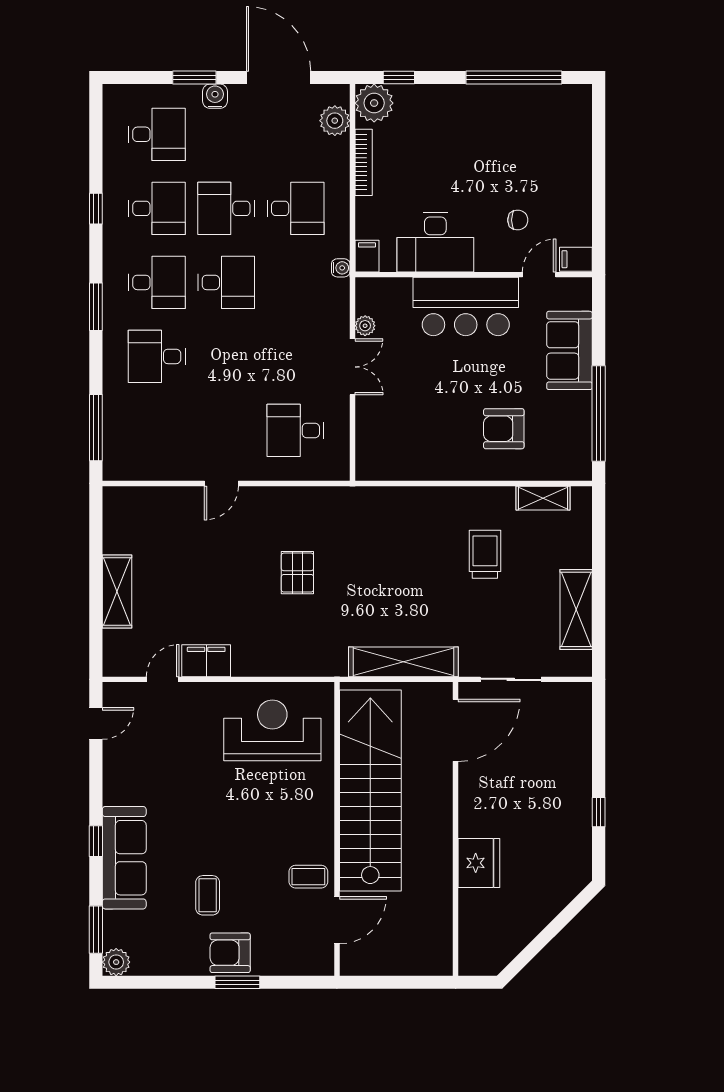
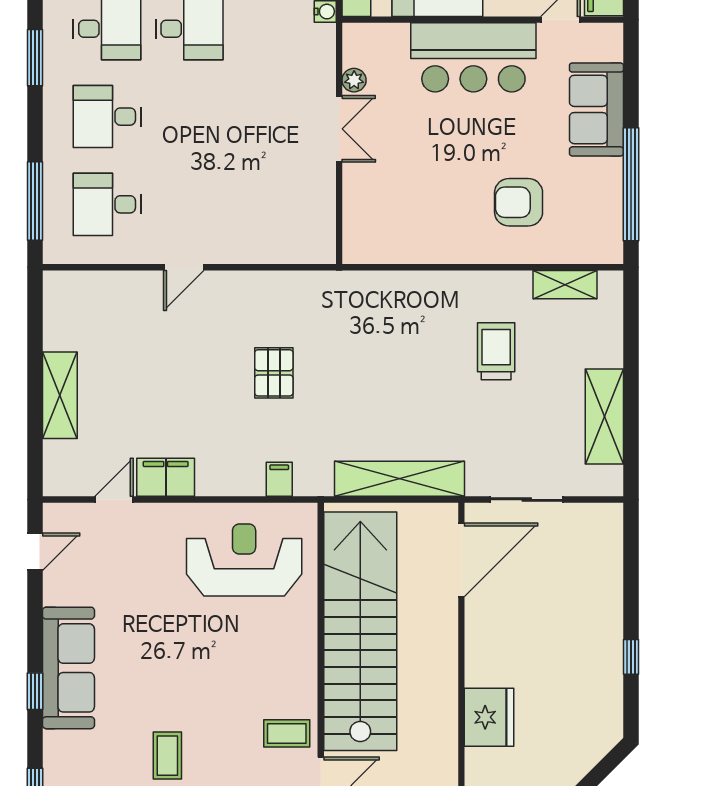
desk: (295, 430) -> (107, 204), moved
filing cabinet: (302, 662) -> (279, 479), added
sofa: (124, 858) -> (68, 668), moved

